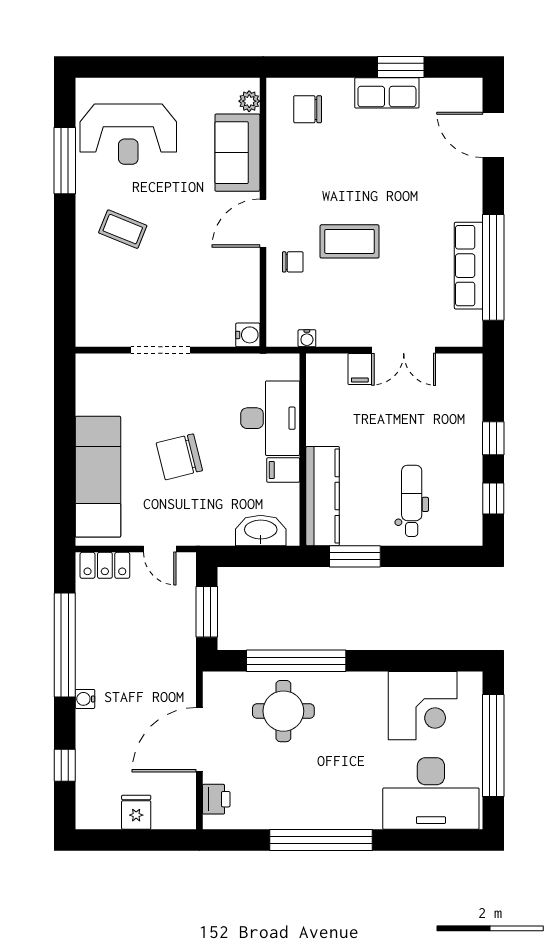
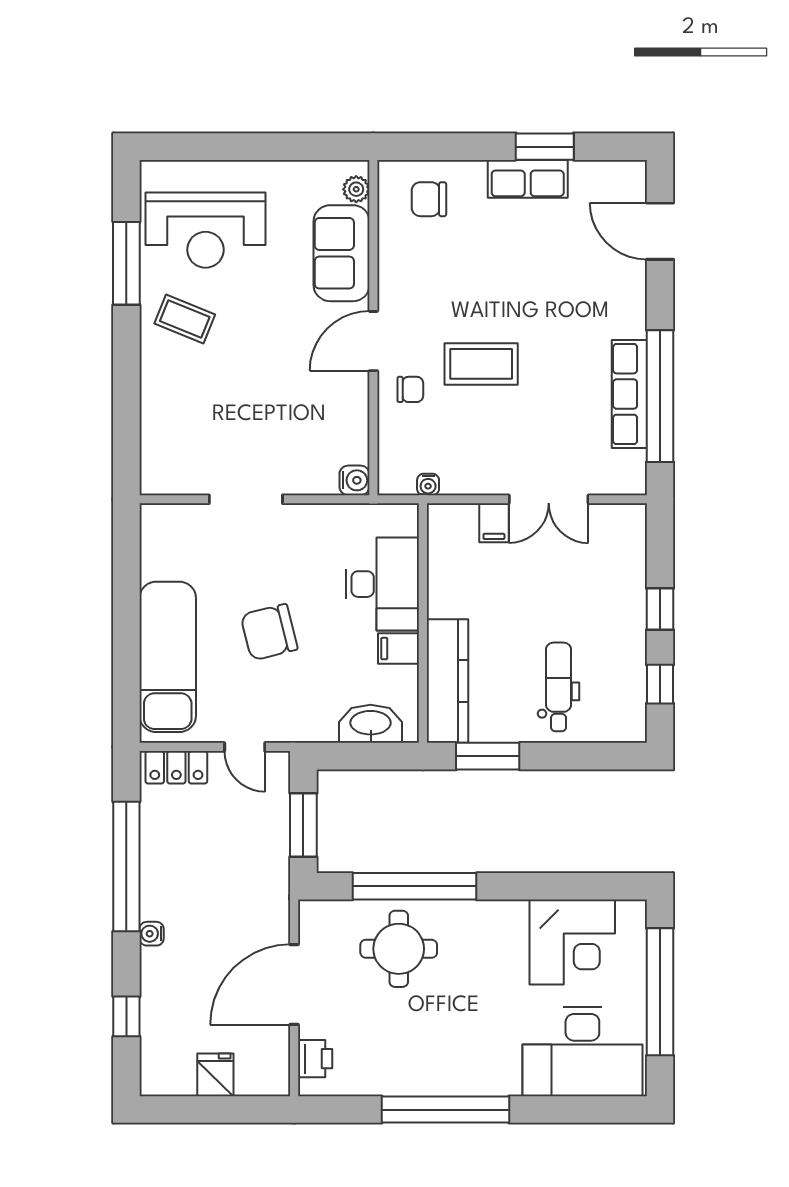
coffee table: (123, 229) -> (185, 319), moved

